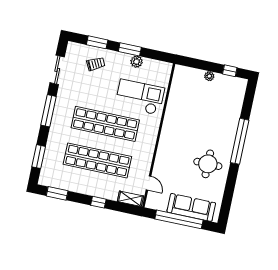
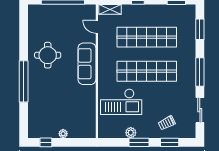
sofa: (191, 207) -> (87, 64), moved, turned 90

